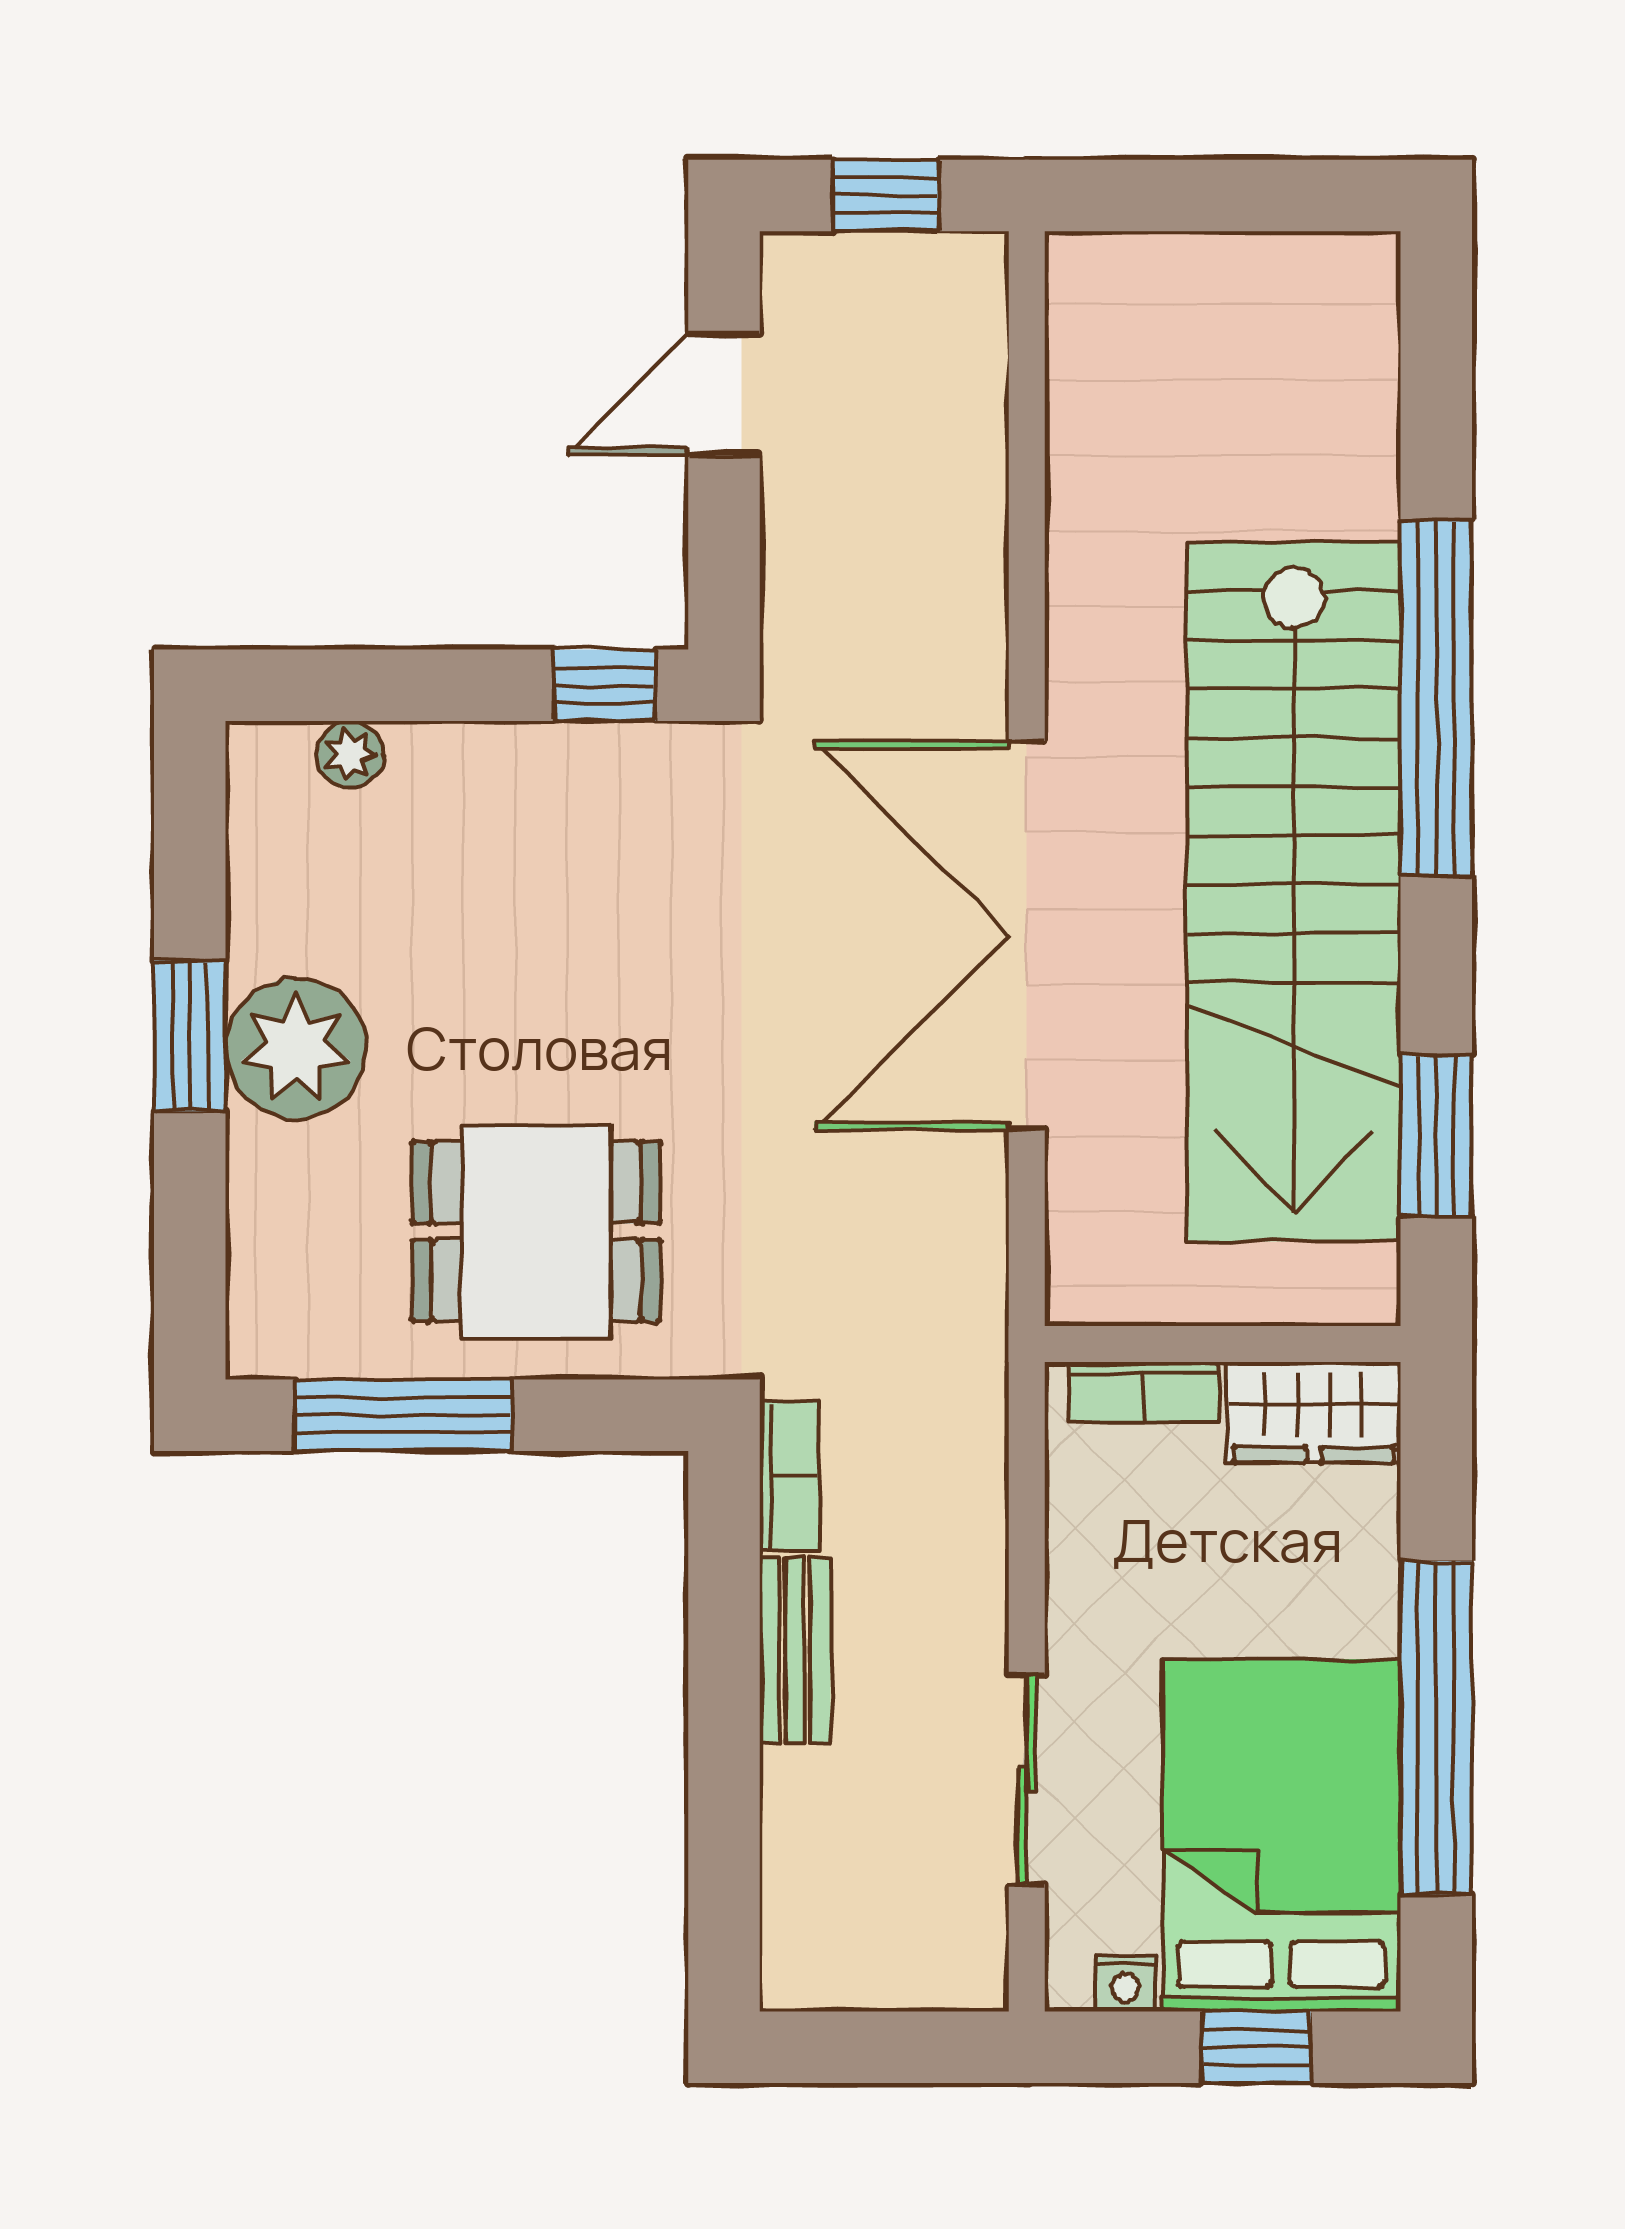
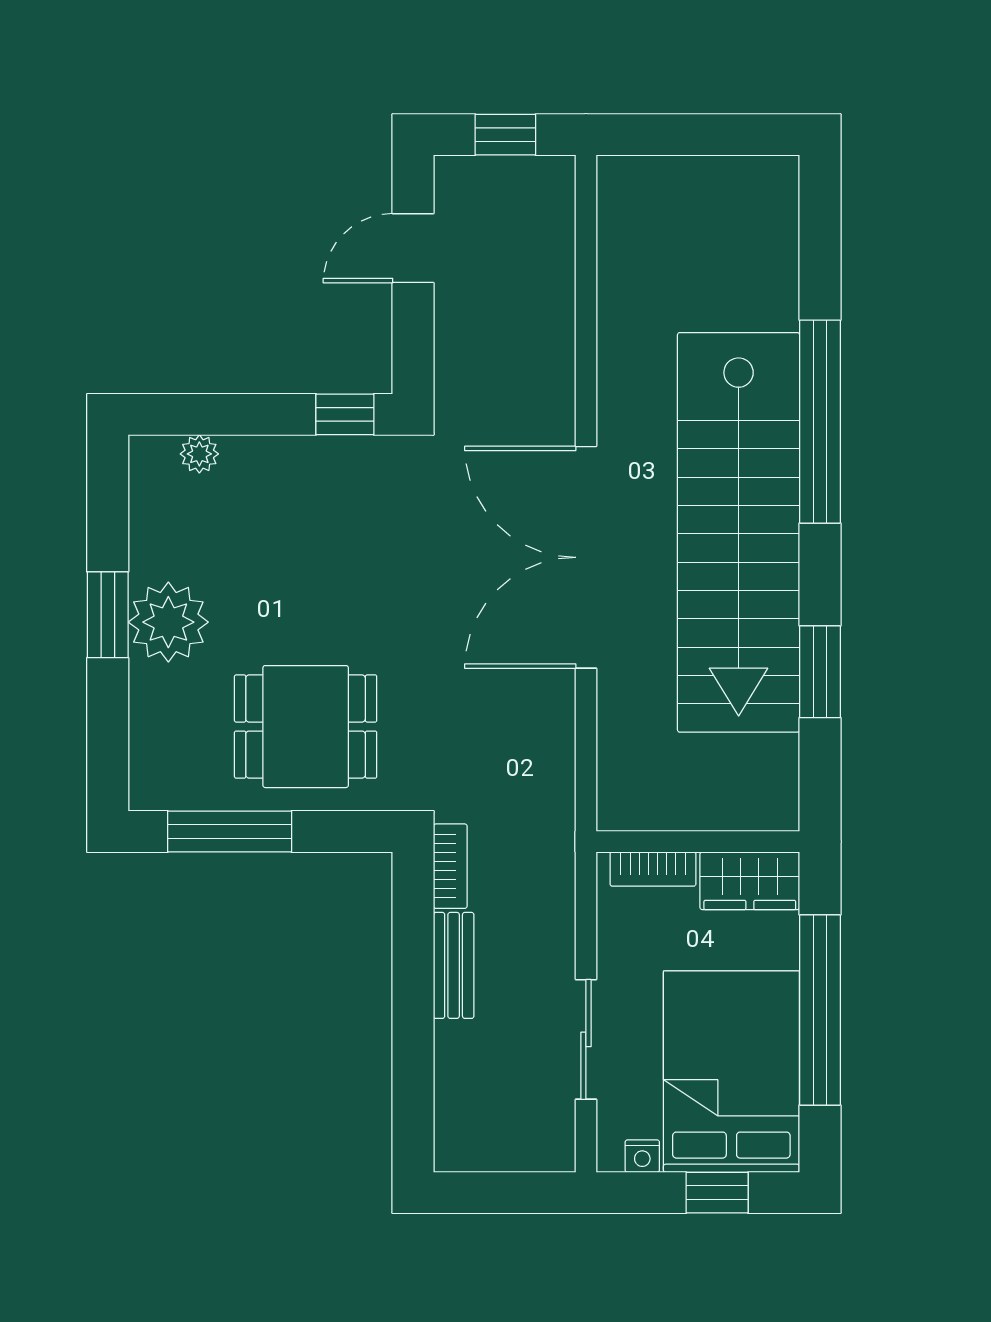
wall: (1223, 1344) -> (698, 842), moved
bookcase: (1144, 1392) -> (653, 869), moved
wardrobe: (1314, 1412) -> (750, 881), moved

